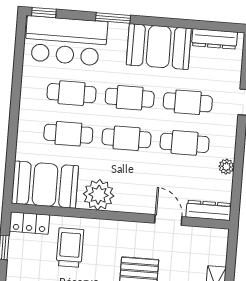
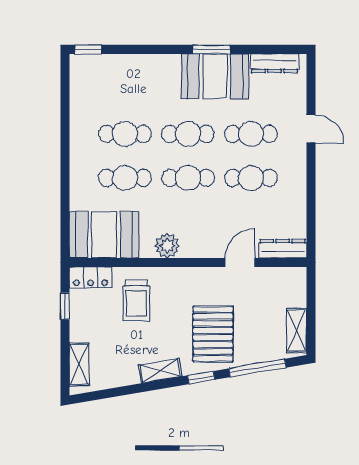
window: (113, 18) -> (211, 49), moved
bar counter: (66, 41) -> (114, 78), removed
plant: (226, 167) -> (298, 200), removed
plant: (99, 195) -> (167, 246), width x0.73, depth x0.73
door: (168, 220) -> (240, 262), hinge flipped
trolley: (70, 248) -> (136, 300), turned 180

